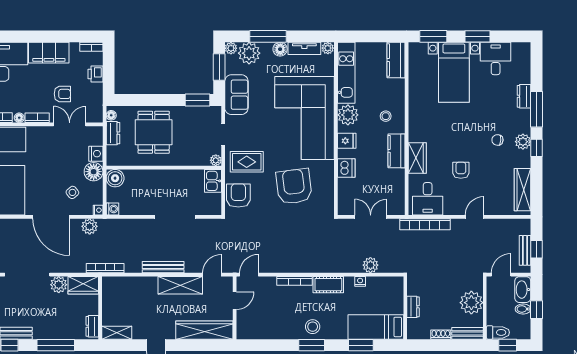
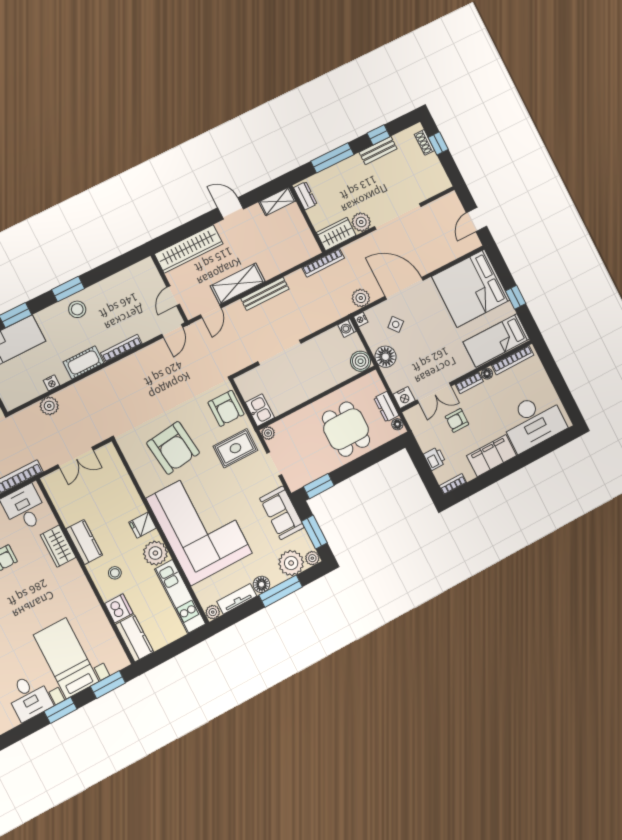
nightstand: (96, 154) -> (404, 397), moved, turned -90
dishwasher: (346, 168) -> (119, 608), moved, turned 180

